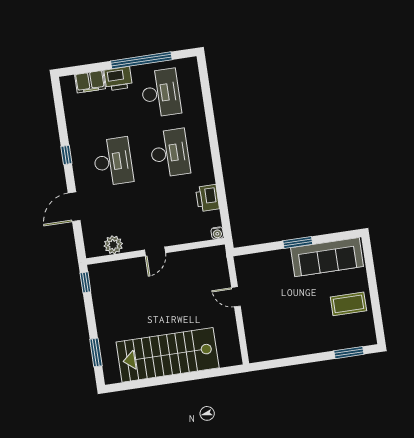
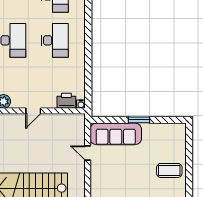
printer: (207, 198) -> (66, 101), moved, turned 90
sofa: (327, 257) -> (116, 134), moved

